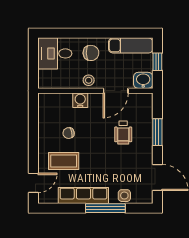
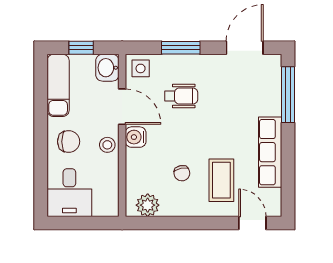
chair: (91, 53) -> (69, 142), turned 91
water cooler: (80, 100) -> (136, 137), moved
plant: (46, 109) -> (148, 205), added
side table: (124, 196) -> (141, 68), moved
window: (105, 208) -> (288, 95), moved

